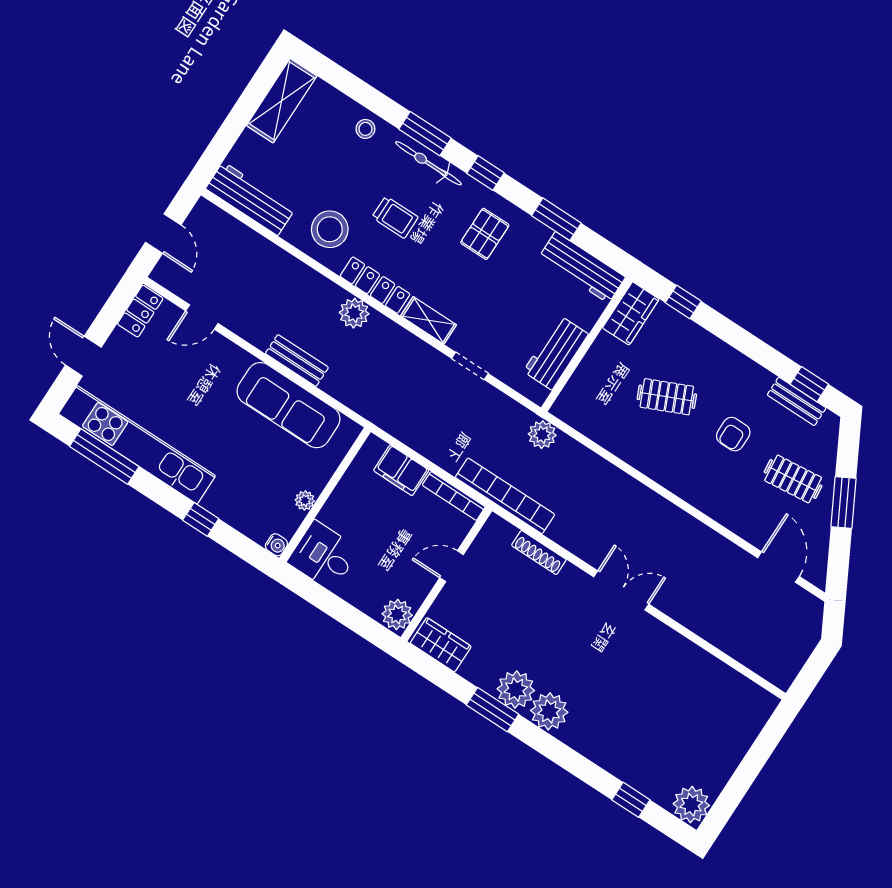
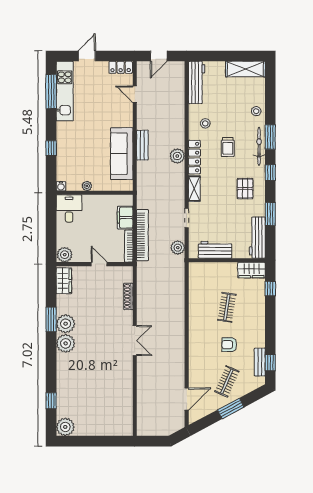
stool: (330, 229) -> (205, 123), width x0.53, depth x0.53
pallet: (485, 234) -> (245, 189), turned 90
clothes rail: (667, 397) -> (227, 307), turned 33
plant: (542, 435) -> (178, 248), moved
kitchen unit: (137, 445) -> (65, 91), width x0.73
clothes rail: (793, 479) -> (227, 381), turned 30
bookcase: (505, 496) -> (142, 235), moved

